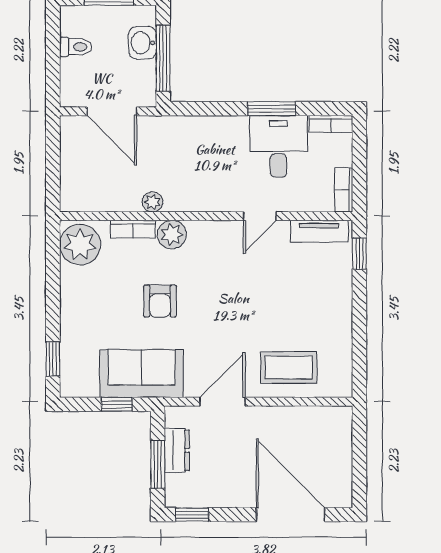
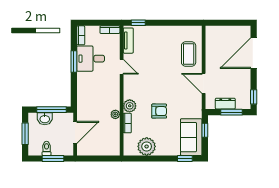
window: (53, 62) -> (53, 159), added
plant: (80, 245) -> (147, 146), moved
sofa: (142, 374) -> (191, 137), moved

